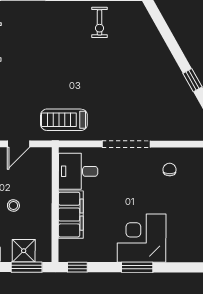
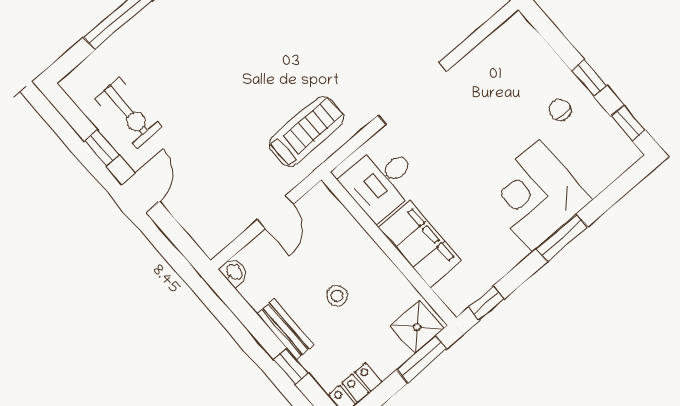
treadmill: (64, 120) -> (307, 131), turned 180
chair: (170, 170) -> (560, 110), moved
shower: (24, 251) -> (417, 327), moved

